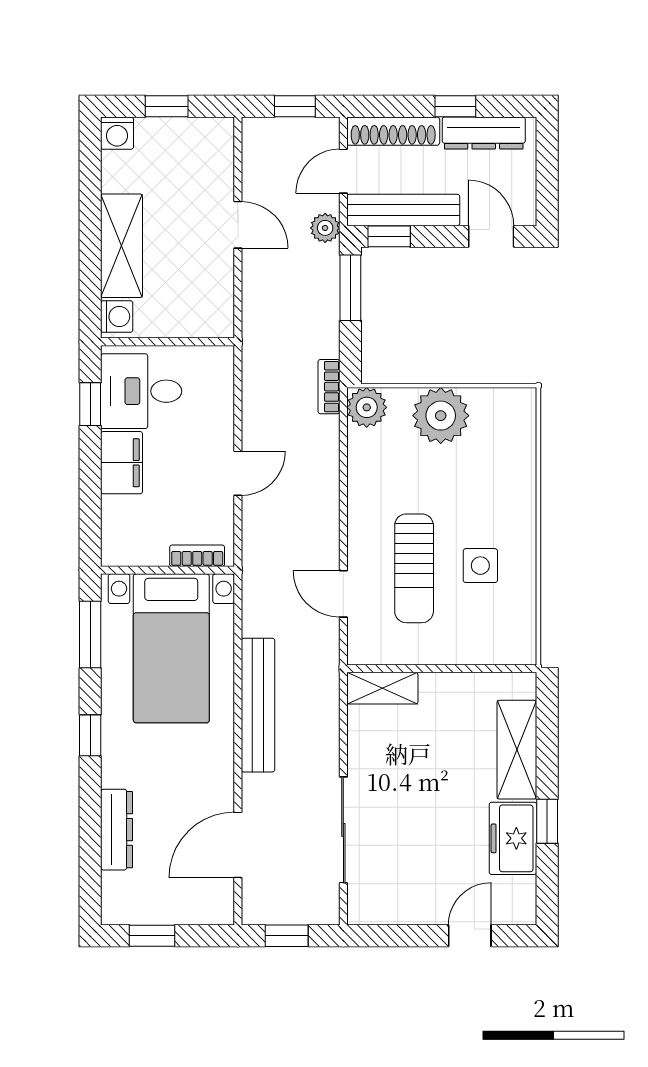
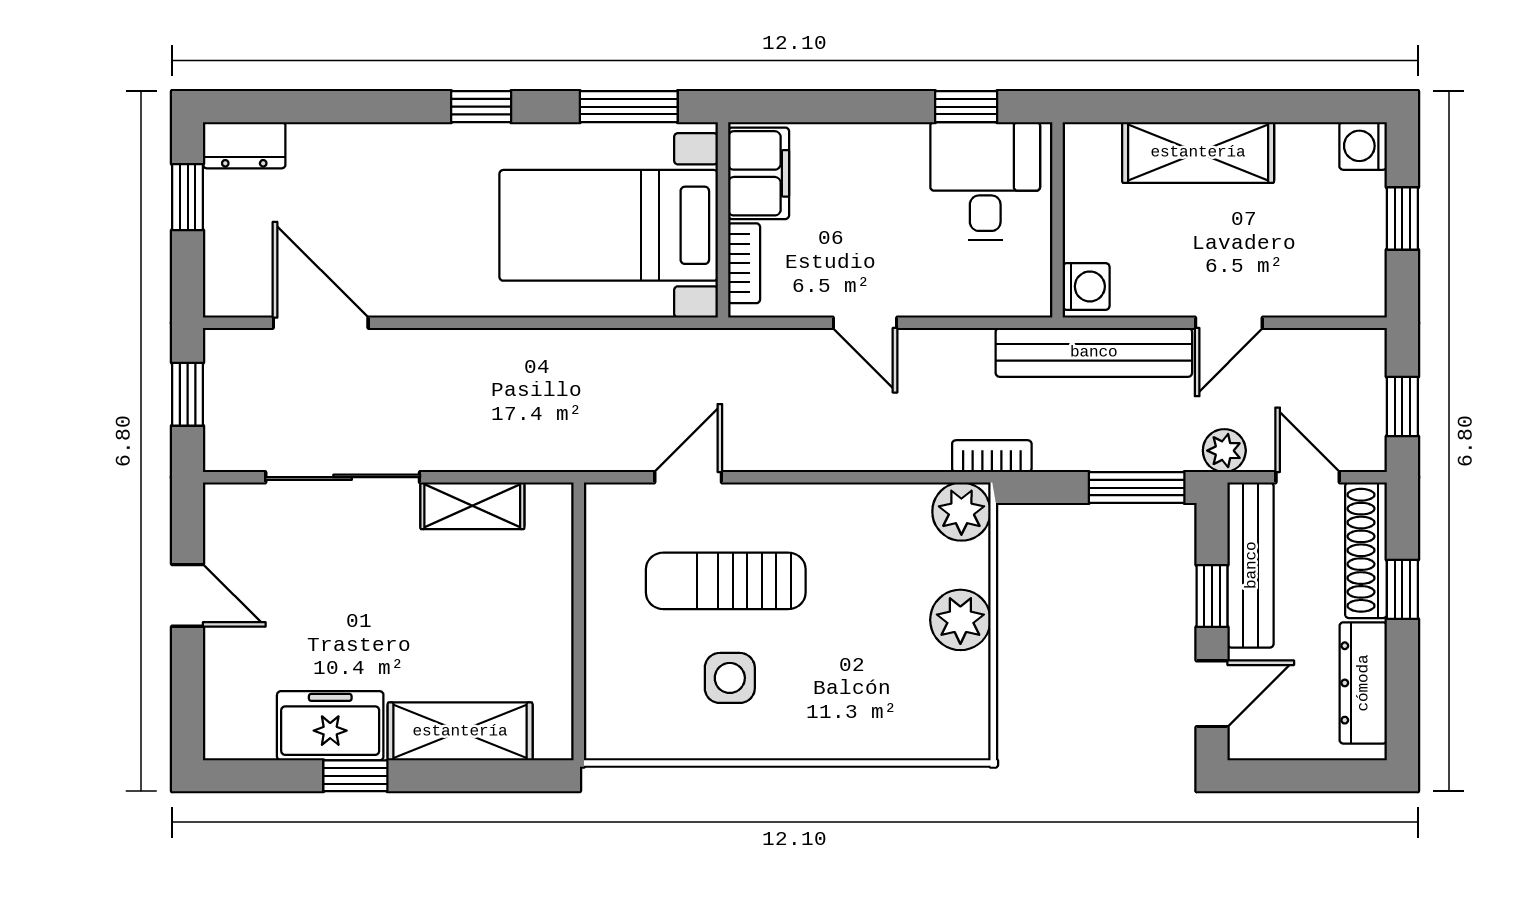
window: (455, 106) -> (1402, 589), moved
window: (389, 236) -> (1212, 596), moved
washing machine: (117, 316) -> (1086, 286), moved, turned -90
plant: (441, 416) -> (960, 620), width x0.73, depth x0.73
filing cabinet: (122, 463) -> (759, 173), moved, turned -90
shelving: (382, 688) -> (472, 506), moved, turned 90
bench: (258, 705) -> (1094, 352), moved
dresser: (117, 830) -> (244, 145), moved, width x0.70
door: (470, 936) -> (188, 595), moved

